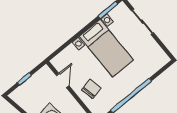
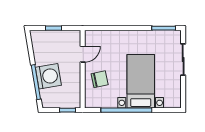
bed with nightstands: (106, 48) -> (141, 81), moved, turned 180

